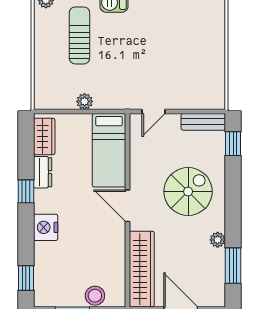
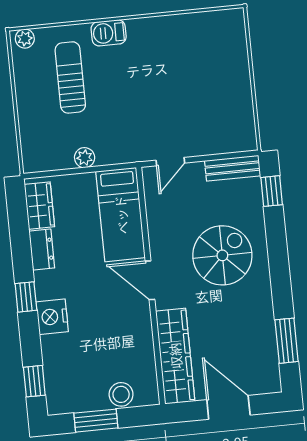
window: (26, 191) -> (26, 297), moved
plant: (218, 240) -> (264, 311), removed

